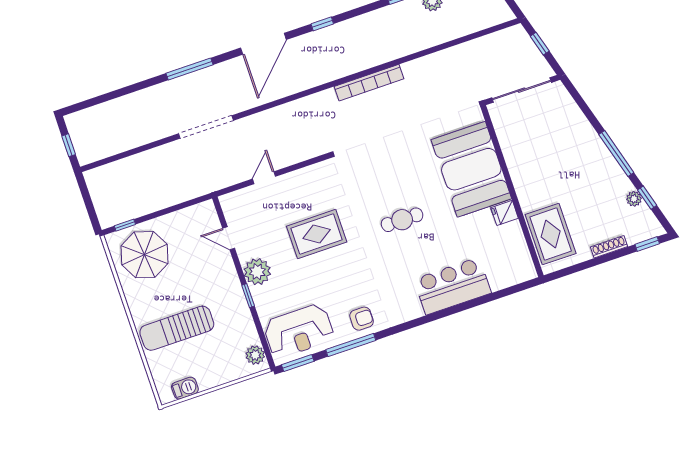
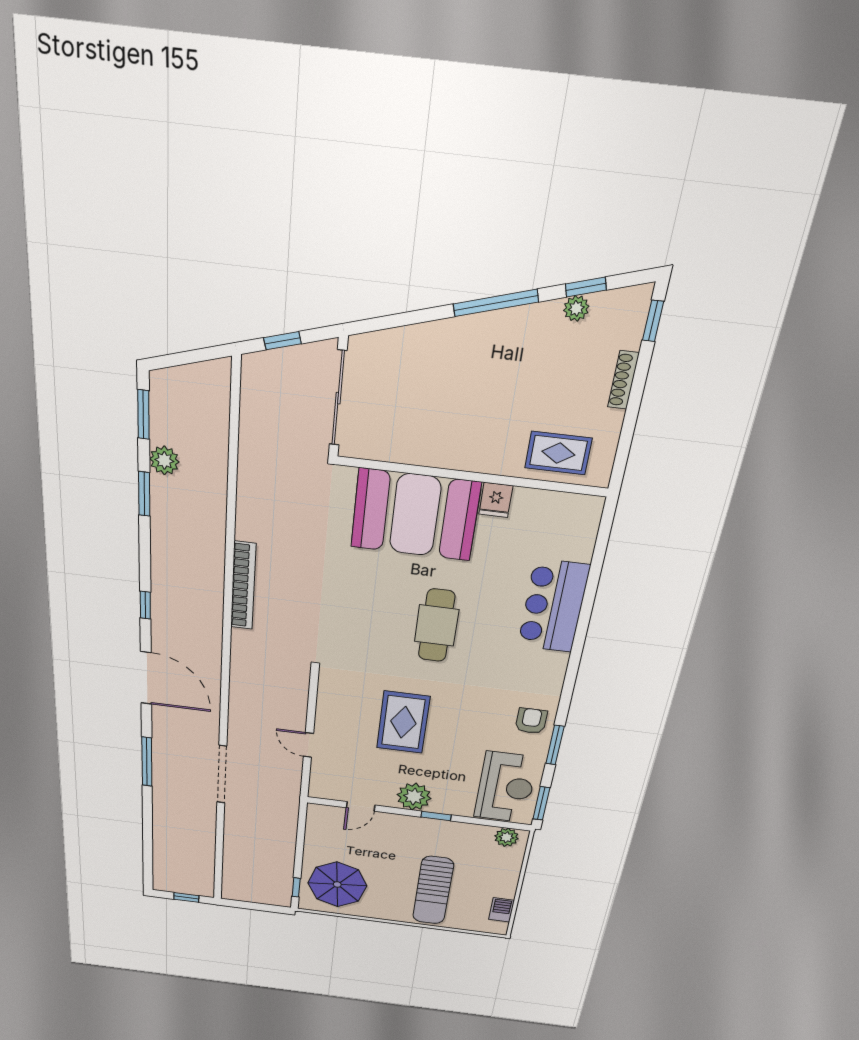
cafe table: (402, 220) -> (437, 625), width x1.37, depth x1.35
rug: (551, 234) -> (558, 453), width x0.73, depth x0.70
window: (351, 345) -> (555, 745), width x0.69

